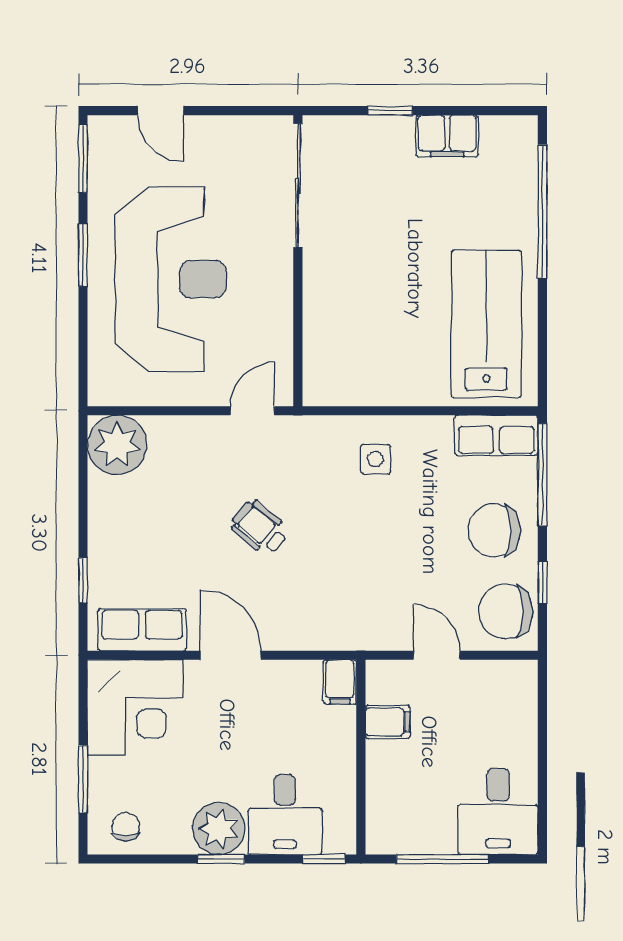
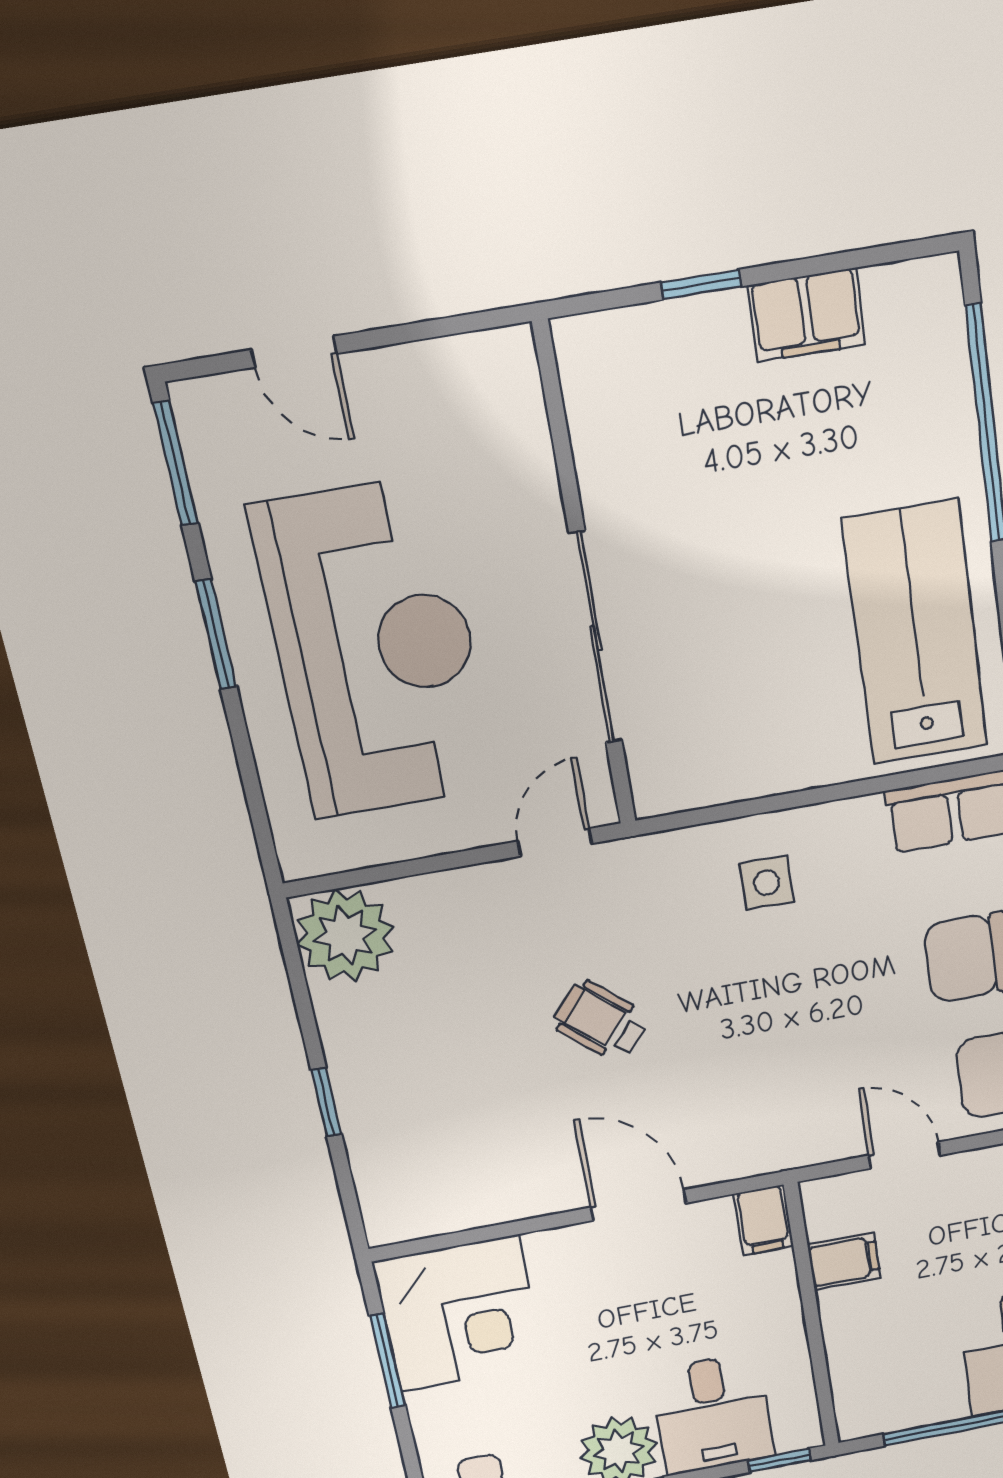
sliding door: (298, 186) -> (596, 638), moved
window: (83, 580) -> (326, 1102), moved
row of seats: (142, 630) -> (446, 1203), removed
door: (230, 655) -> (639, 1205), moved
window: (83, 779) -> (387, 1361), moved

